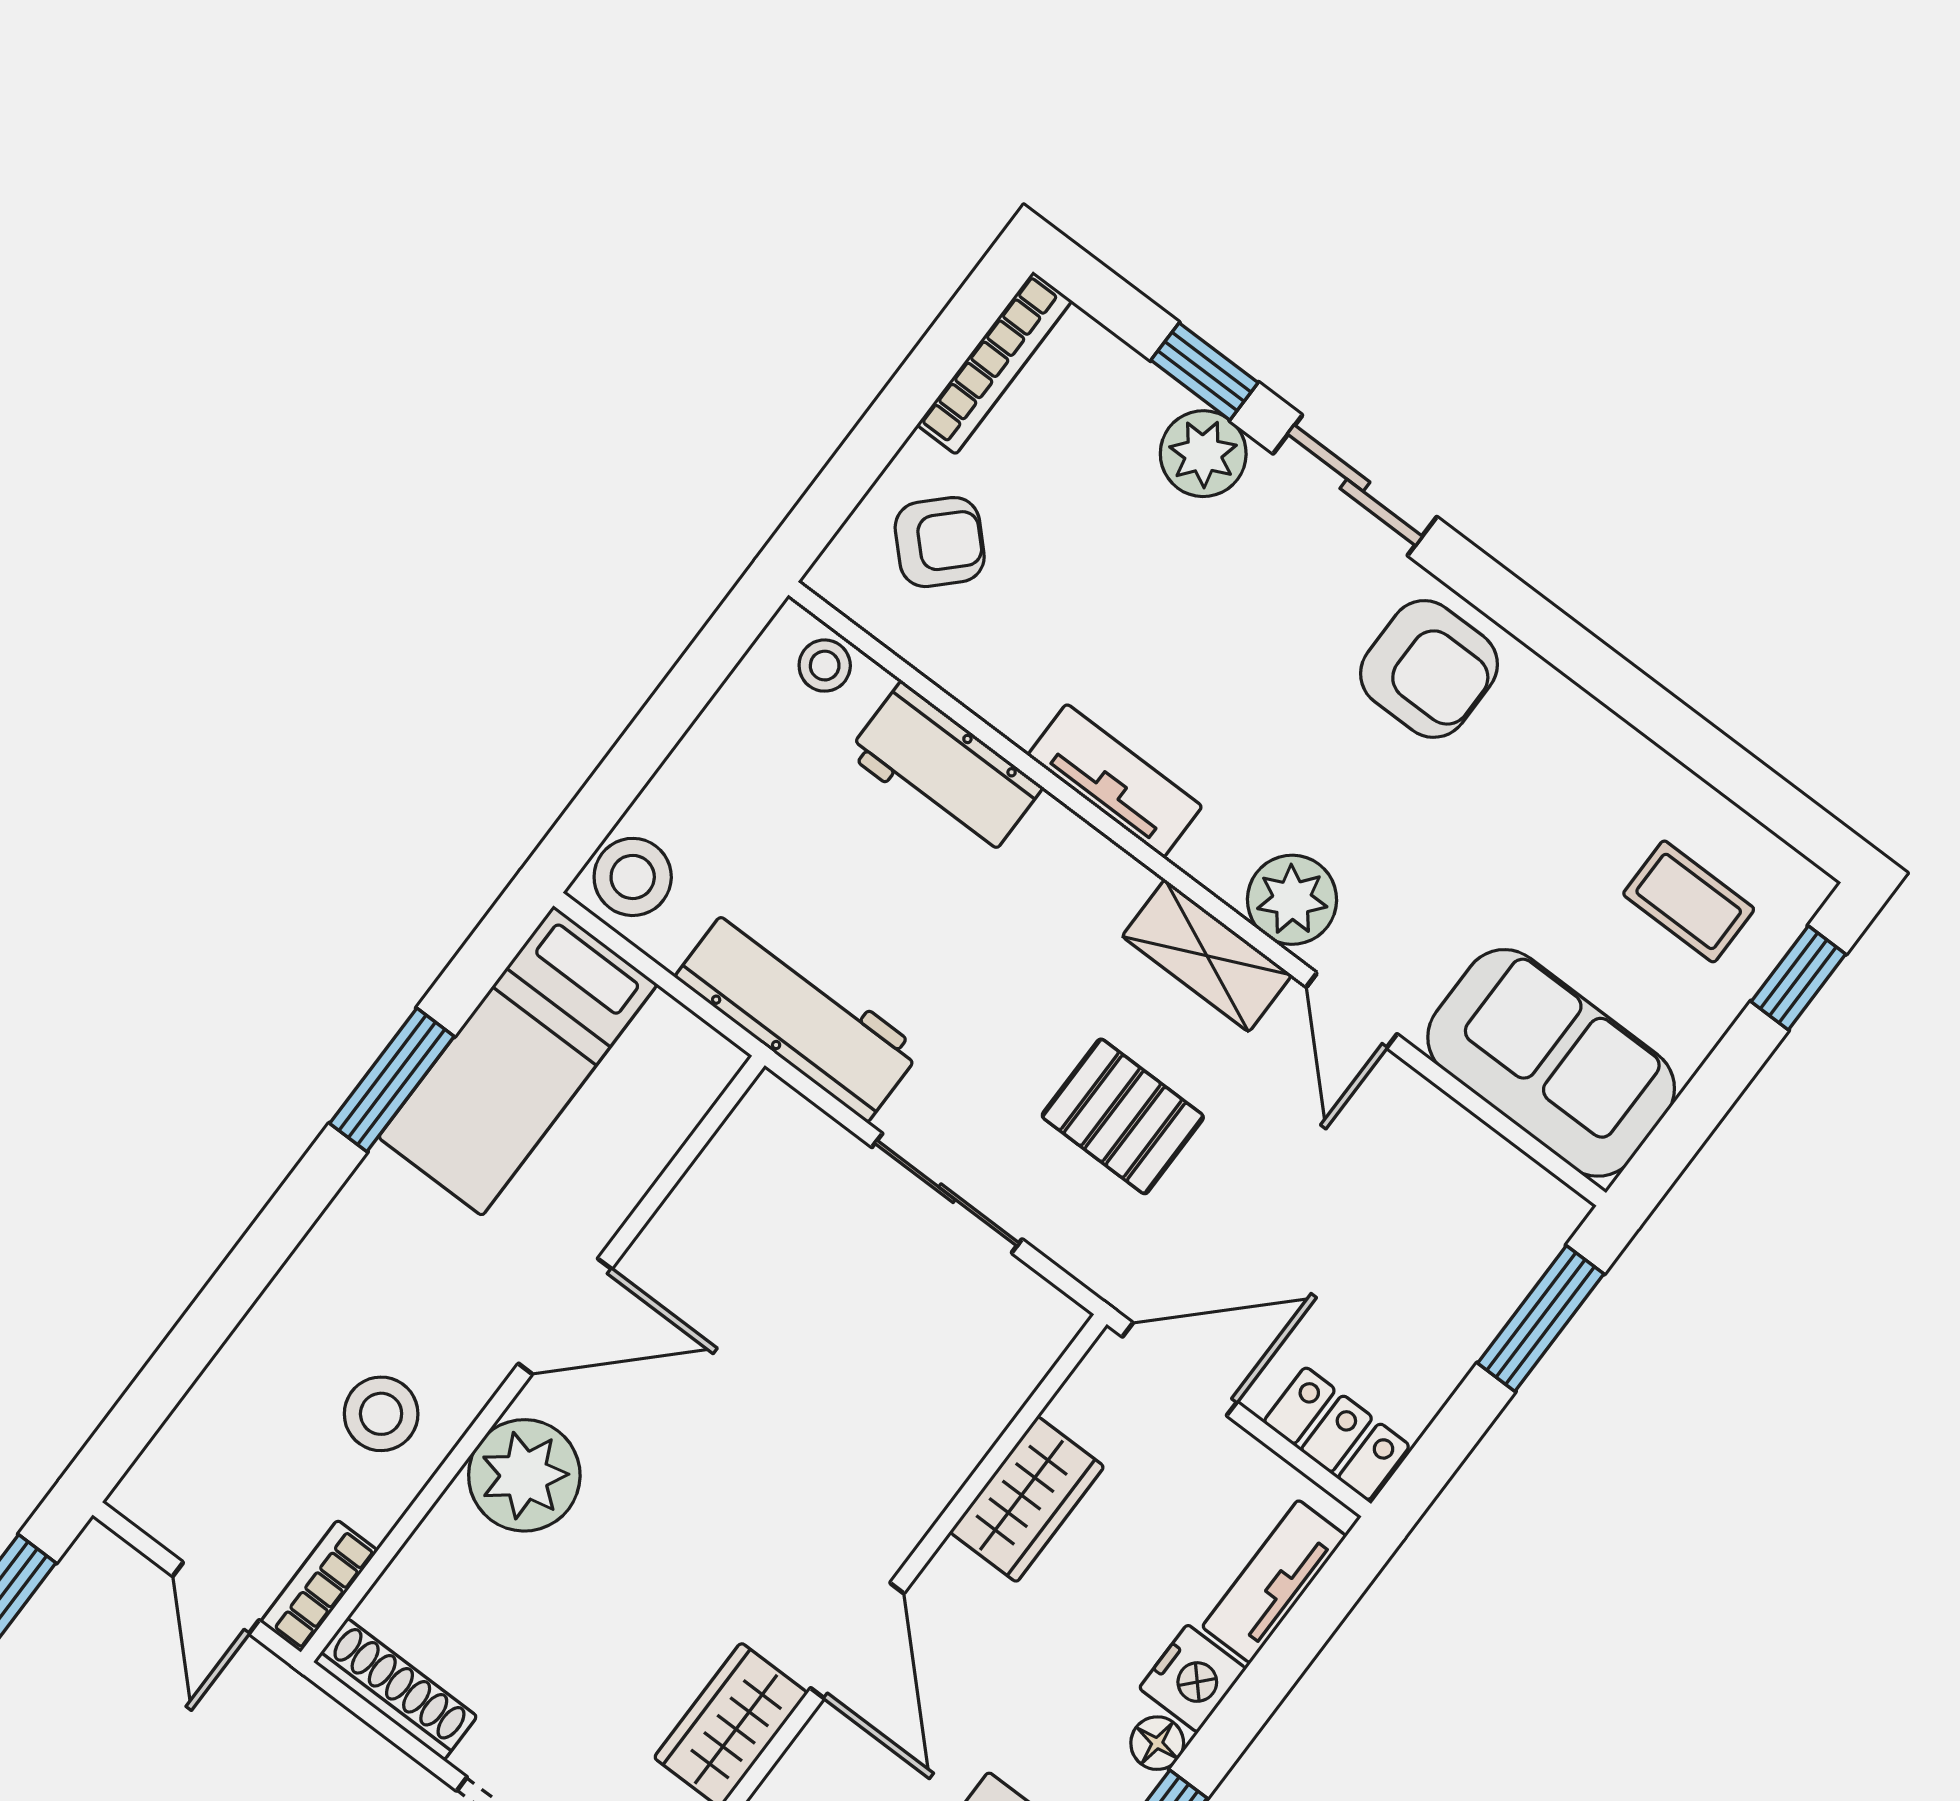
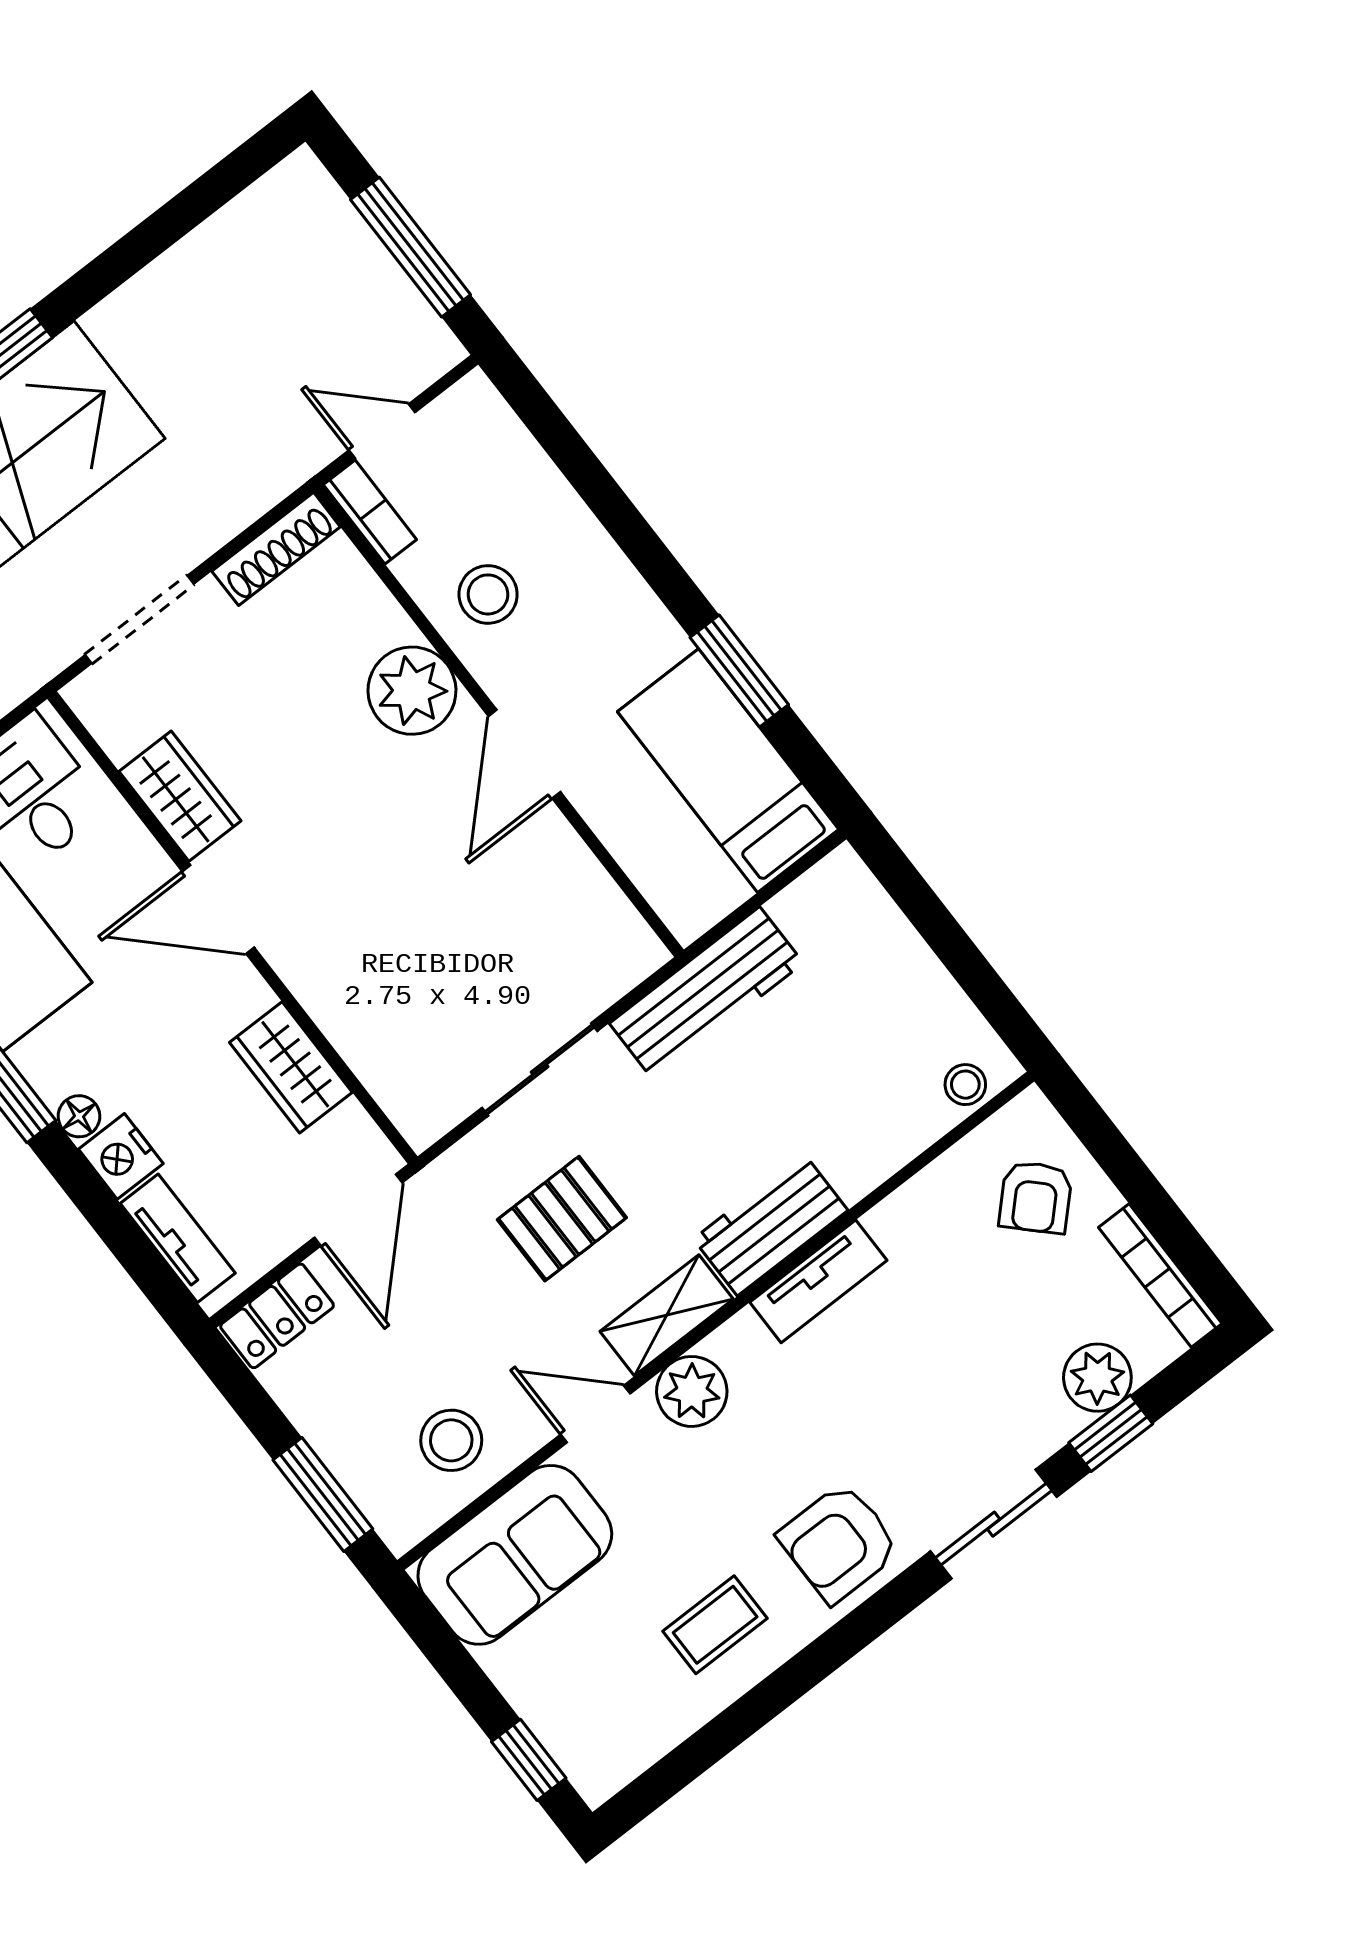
plant: (1203, 454) -> (1097, 1378), moved
workbench: (945, 770) -> (771, 1225), moved
stool: (633, 877) -> (451, 1440), moved
coffee table: (1689, 901) -> (715, 1625), moved

